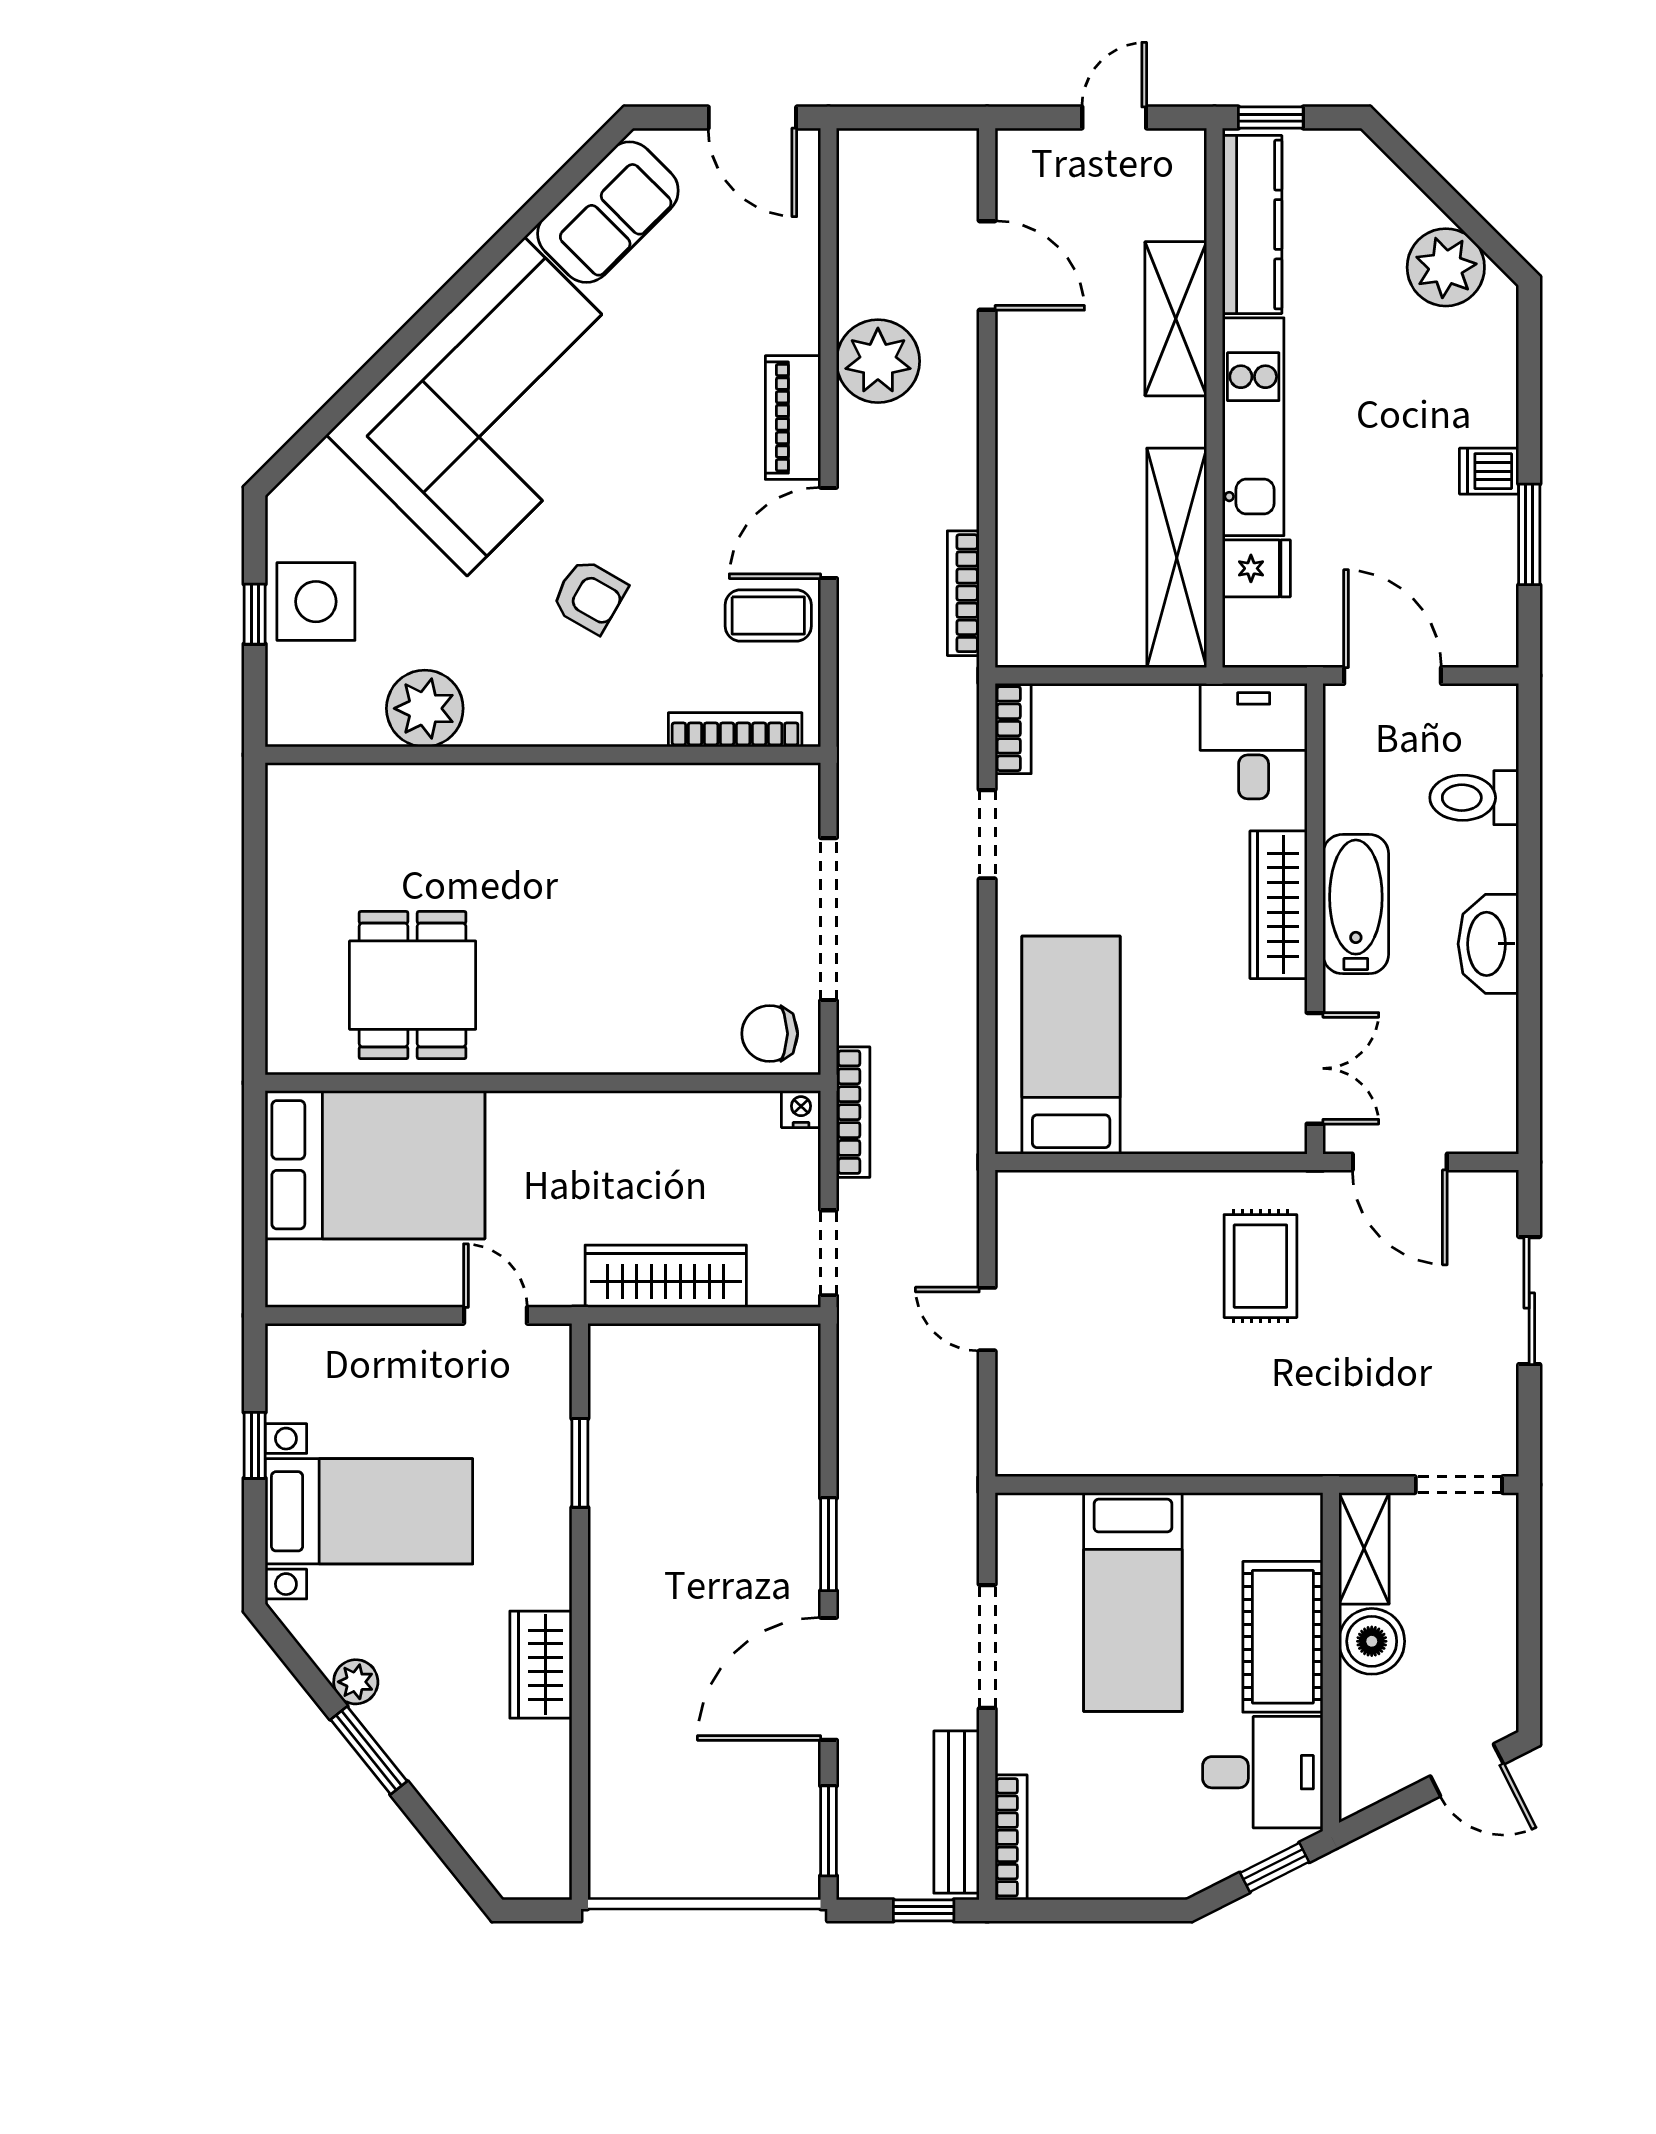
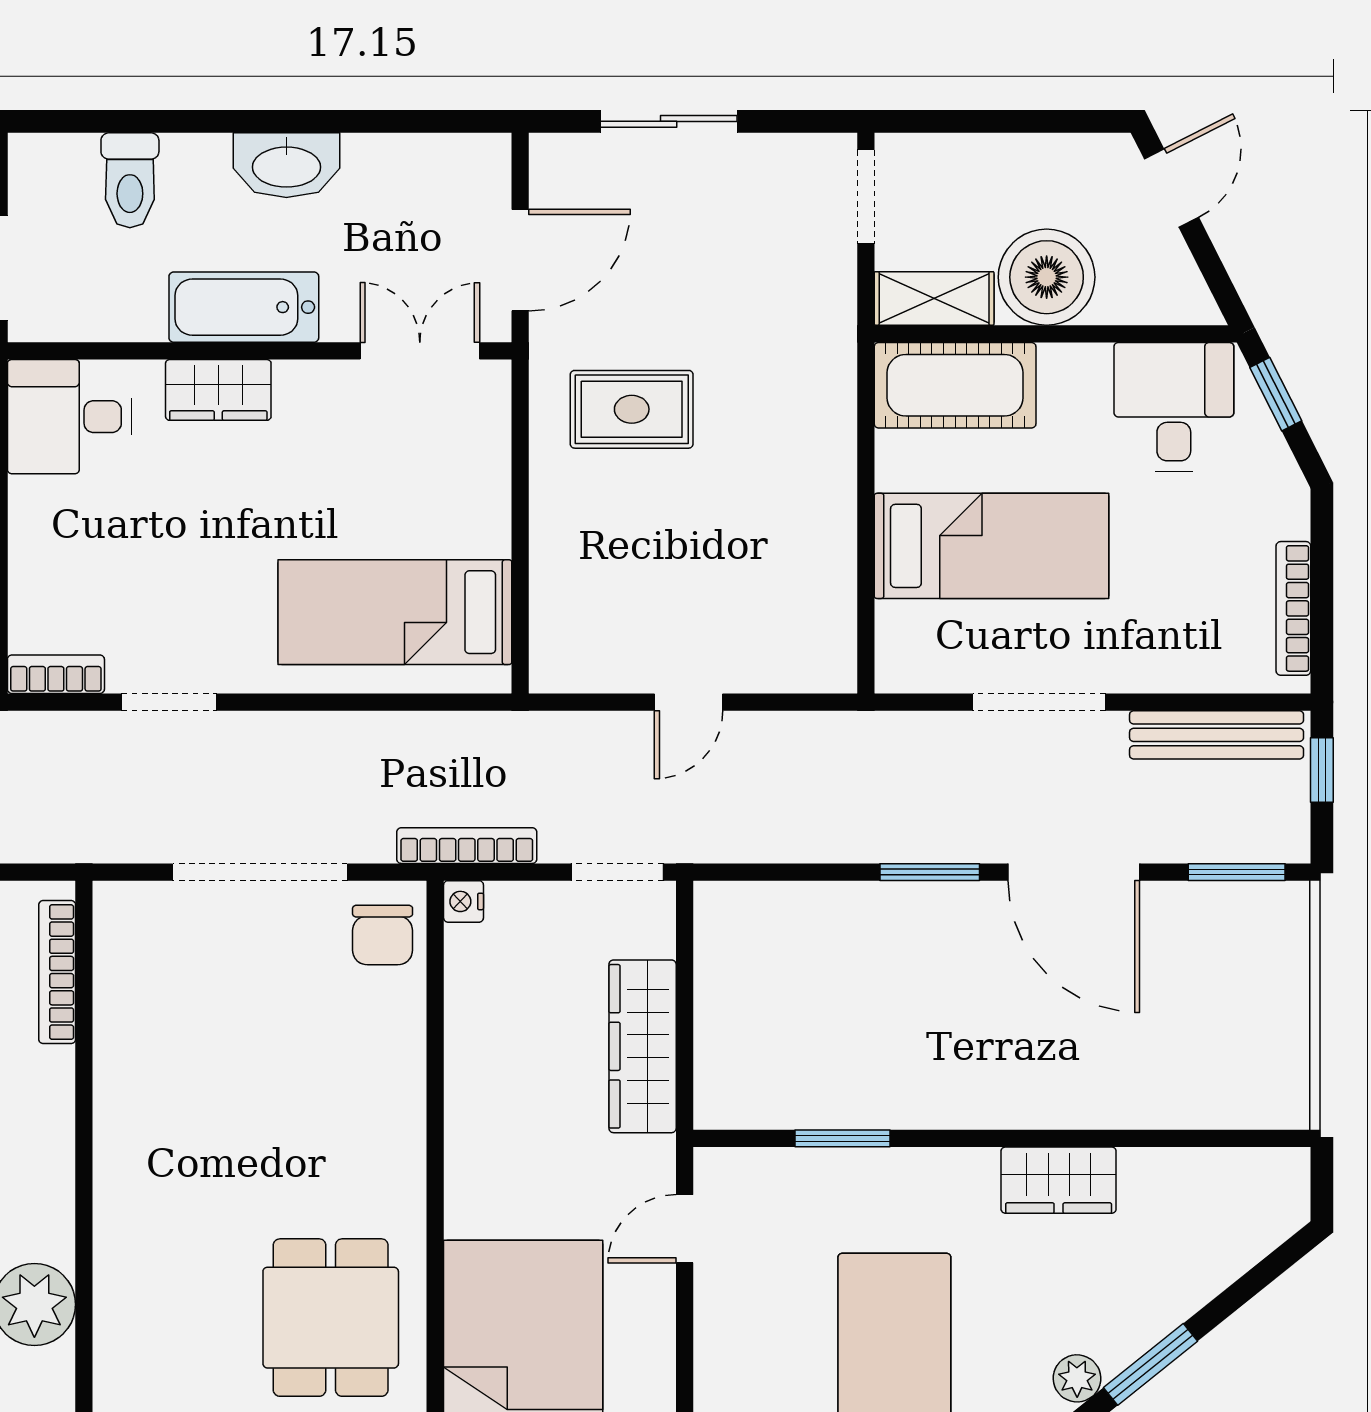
wardrobe: (1279, 905) -> (218, 390), width x0.67
dining table: (413, 985) -> (331, 1318), turned 90
cot: (1283, 1637) -> (955, 385), moved
boiler: (1372, 1641) -> (1047, 277), width x1.37, depth x1.37
bookcase: (1011, 1837) -> (1293, 608), moved, turned -90

